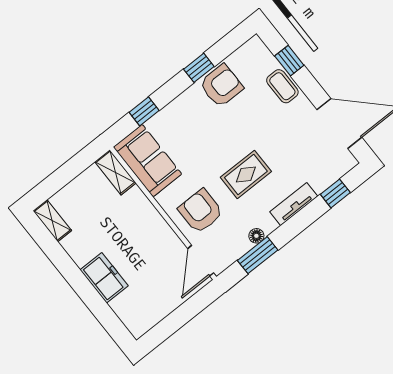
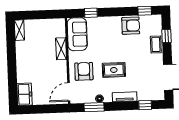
window: (199, 68) -> (145, 11), moved
shelving: (115, 172) -> (61, 49), moved
freezer: (104, 278) -> (24, 94), moved

